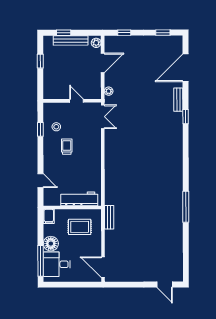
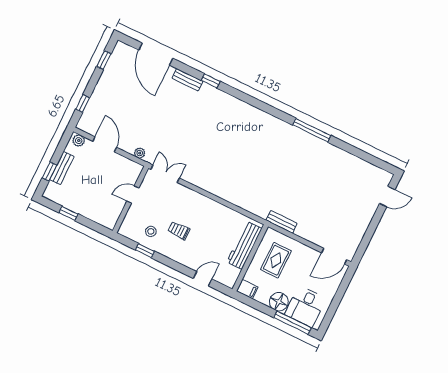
bench: (71, 40) -> (62, 168), width x0.73

